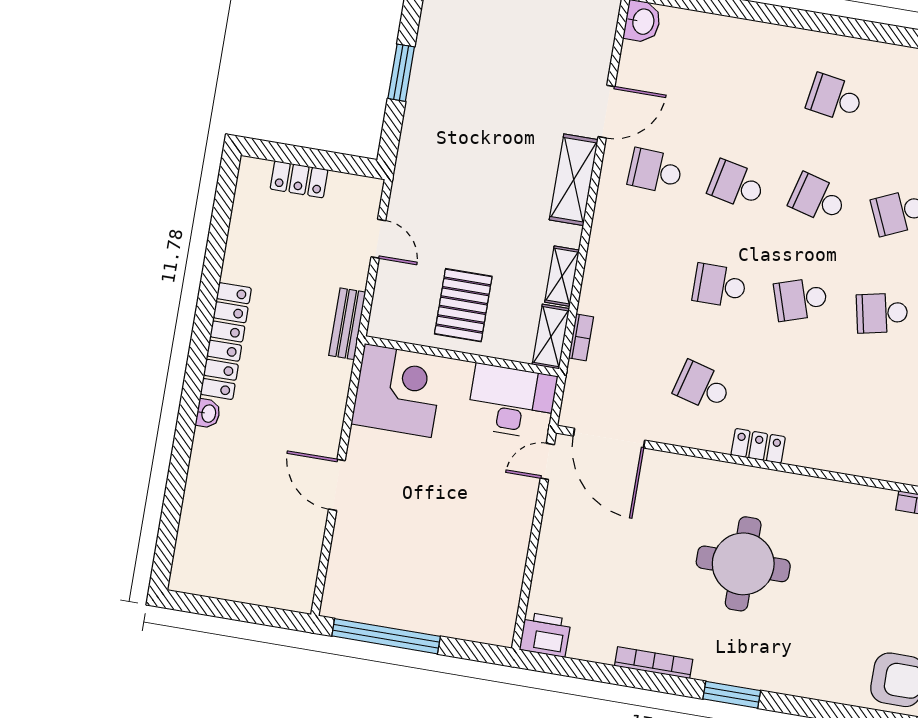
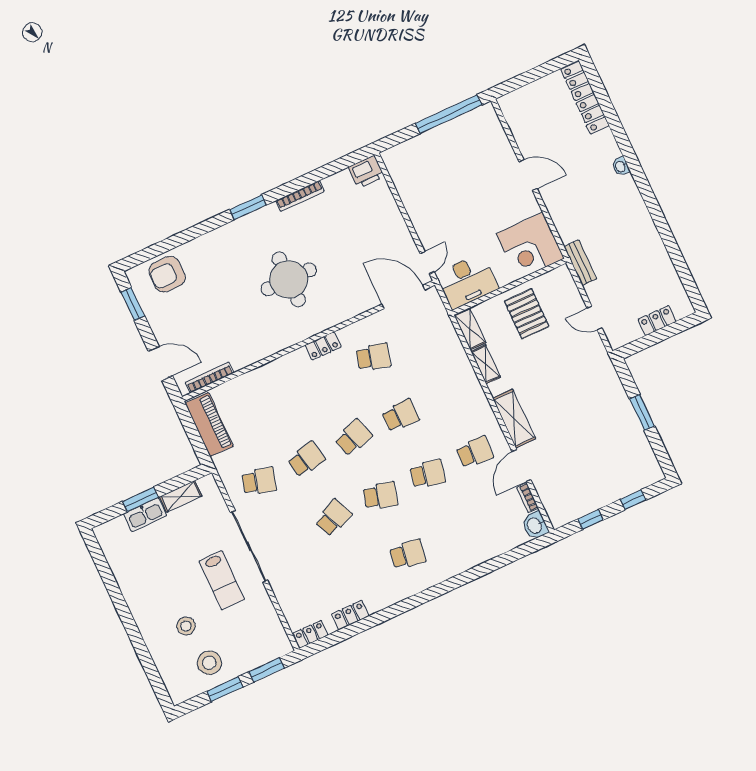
bookcase: (581, 337) -> (528, 498), moved
locker: (226, 341) -> (585, 98), moved

